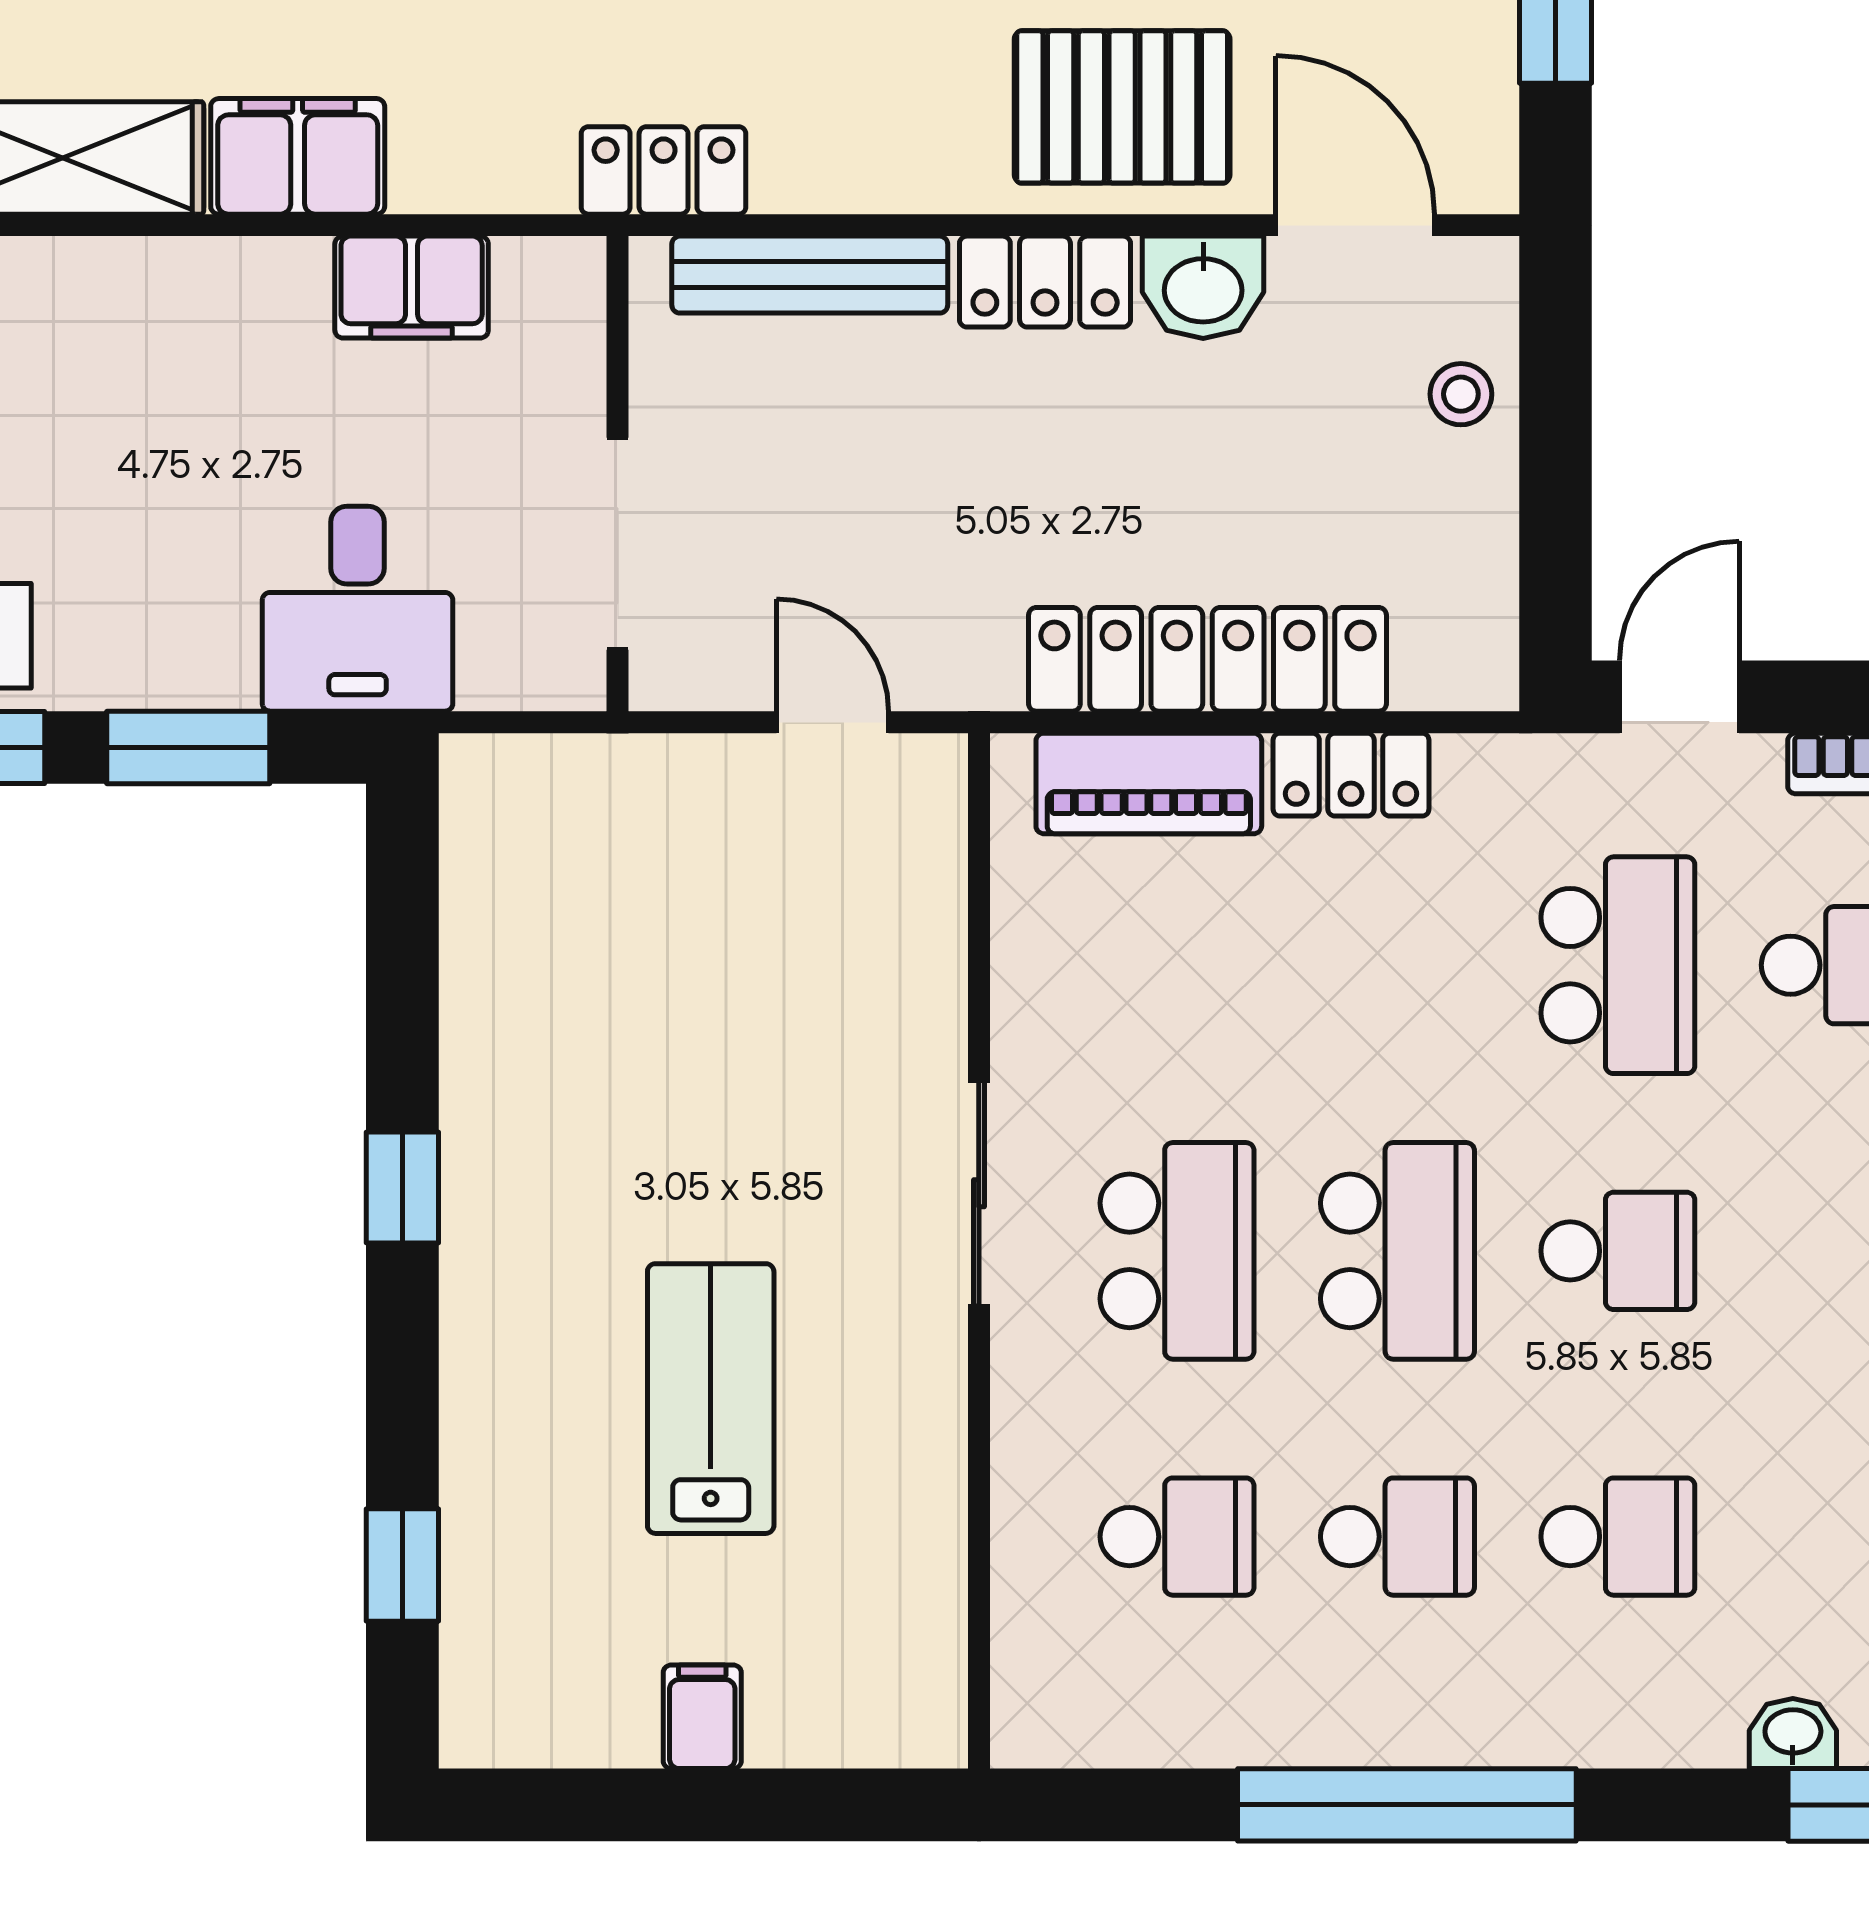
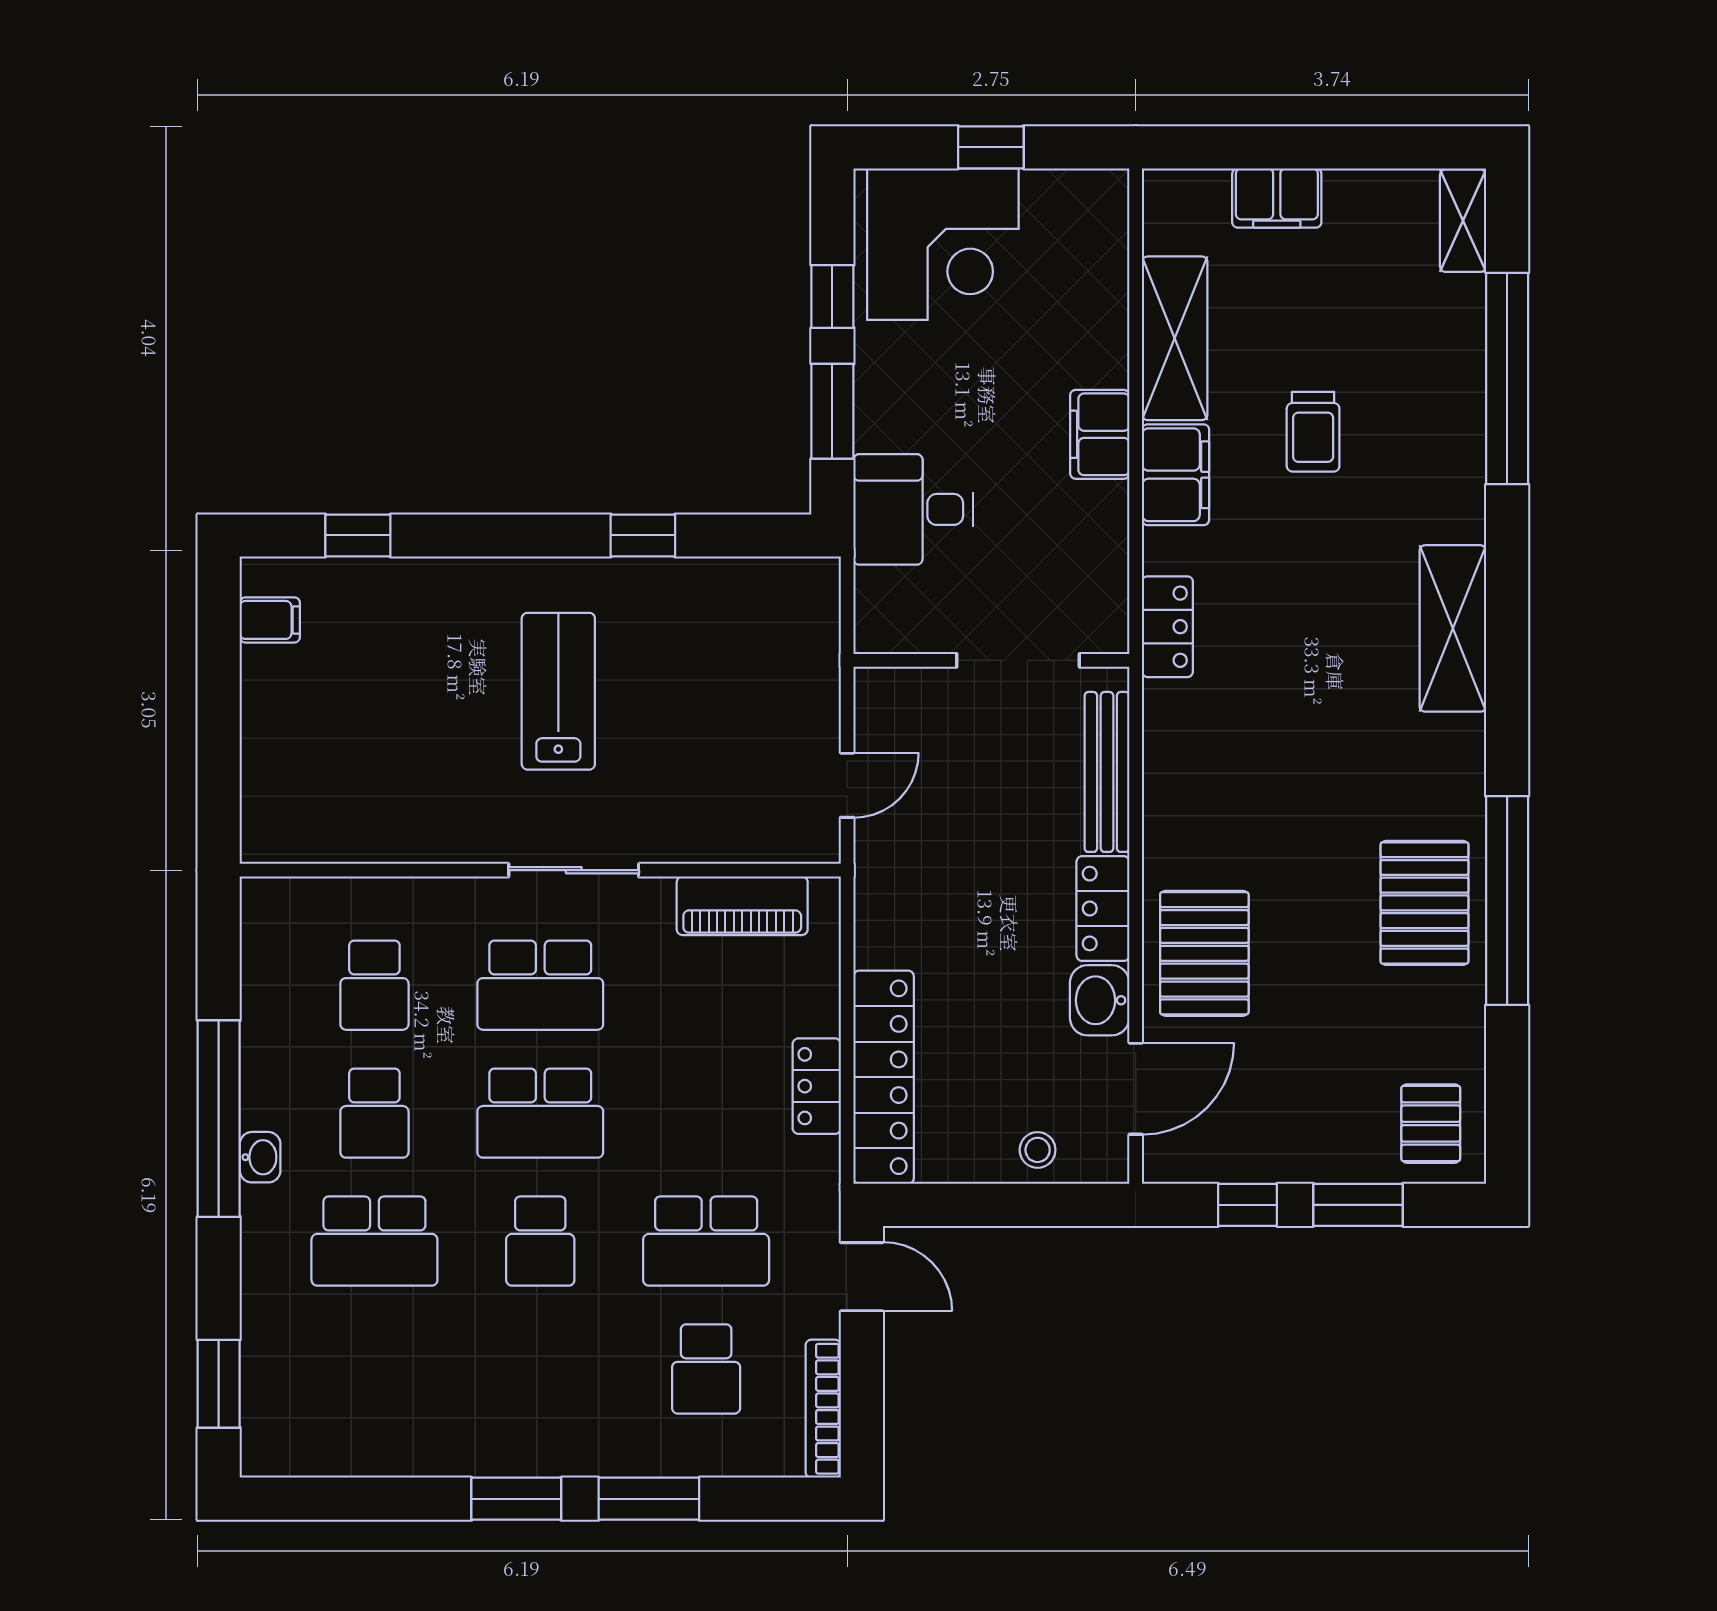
locker: (664, 170) -> (1167, 627), moved
filing cabinet: (412, 287) -> (1100, 434), moved
doorway: (617, 544) -> (1018, 660), moved
locker: (1207, 659) -> (884, 1077), moved
piano: (1149, 783) -> (742, 906), moved, turned -90
window: (402, 1187) -> (643, 535), moved
lab bench: (711, 1399) -> (558, 691), moved, turned -90
school desk: (1618, 1537) -> (374, 1241), width x1.85
filing cabinet: (702, 1717) -> (270, 620), moved
washbasin: (1793, 1734) -> (260, 1157), moved

